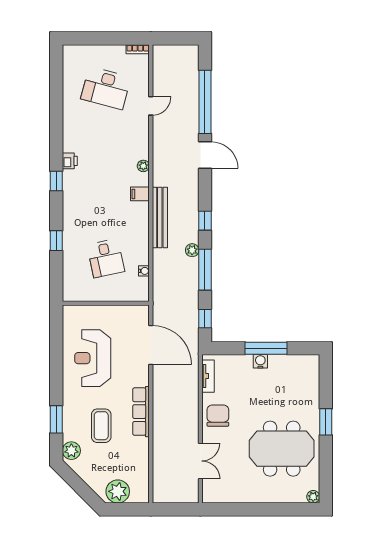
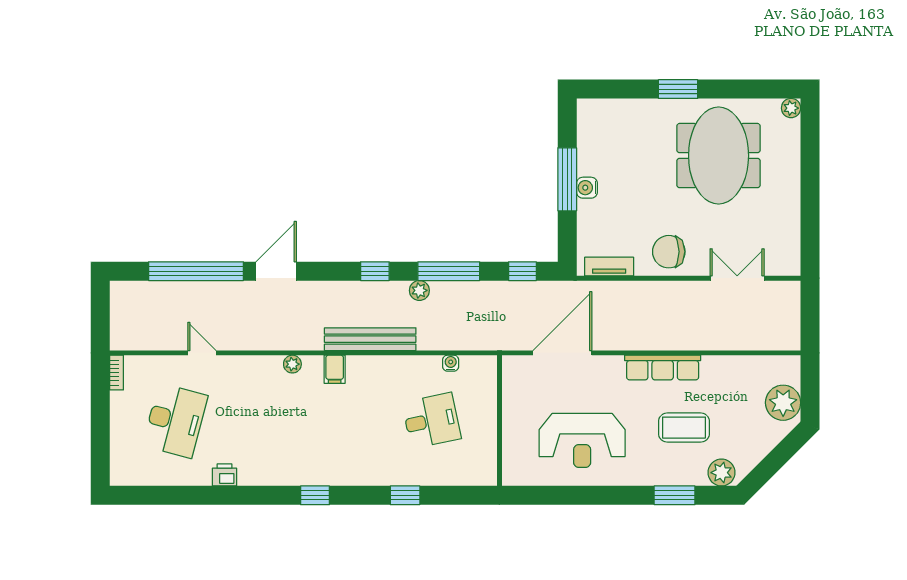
printer: (70, 161) -> (225, 475), moved

